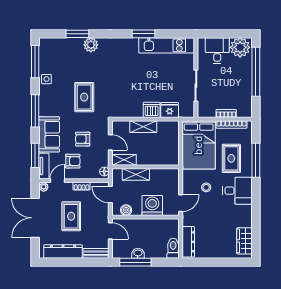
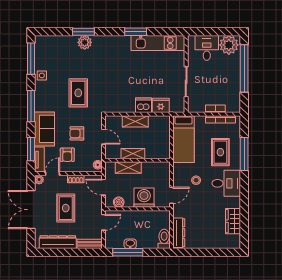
window: (77, 34) -> (83, 32), moved
bed: (199, 145) -> (184, 139), width x0.67
shelving: (124, 160) -> (133, 154), moved
armchair: (73, 161) -> (67, 155), turned 90
door: (110, 231) -> (104, 222), hinge flipped
wardrobe: (245, 241) -> (233, 221), moved

